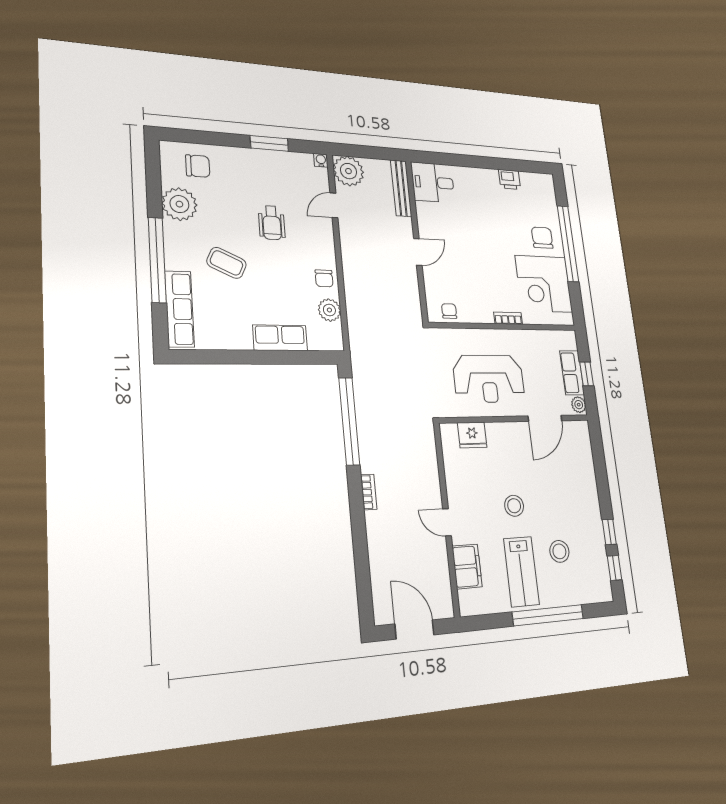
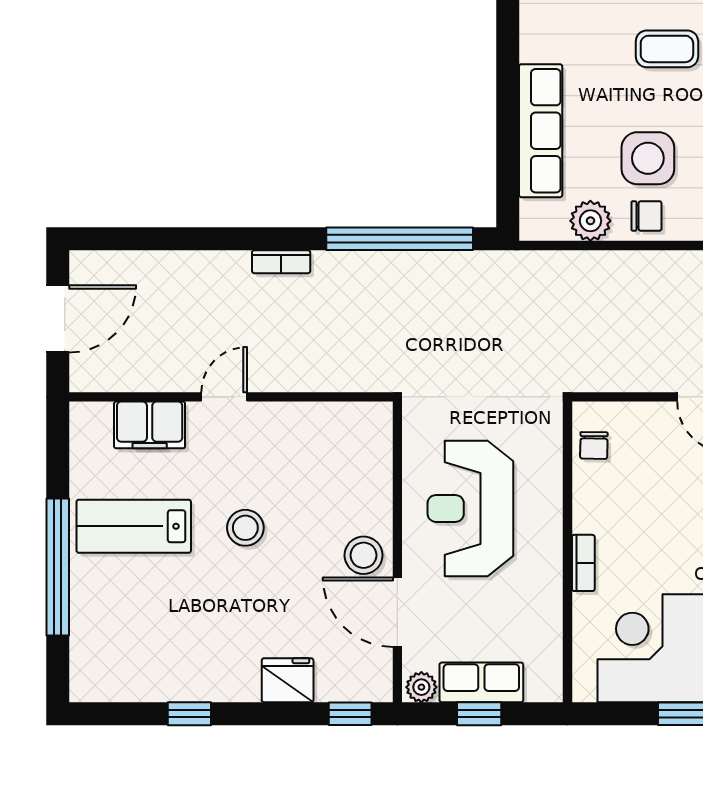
coffee table: (227, 263) -> (667, 49), turned 65
side table: (291, 276) -> (648, 158), added
chair: (324, 278) -> (647, 216), turned 180
chair: (449, 311) -> (594, 445), turned 91
row of seats: (280, 338) -> (541, 131), width x1.48
fridge: (472, 435) -> (288, 680), moved, turned 90
stool: (559, 551) -> (364, 555), moved
window: (614, 568) -> (350, 714), moved

